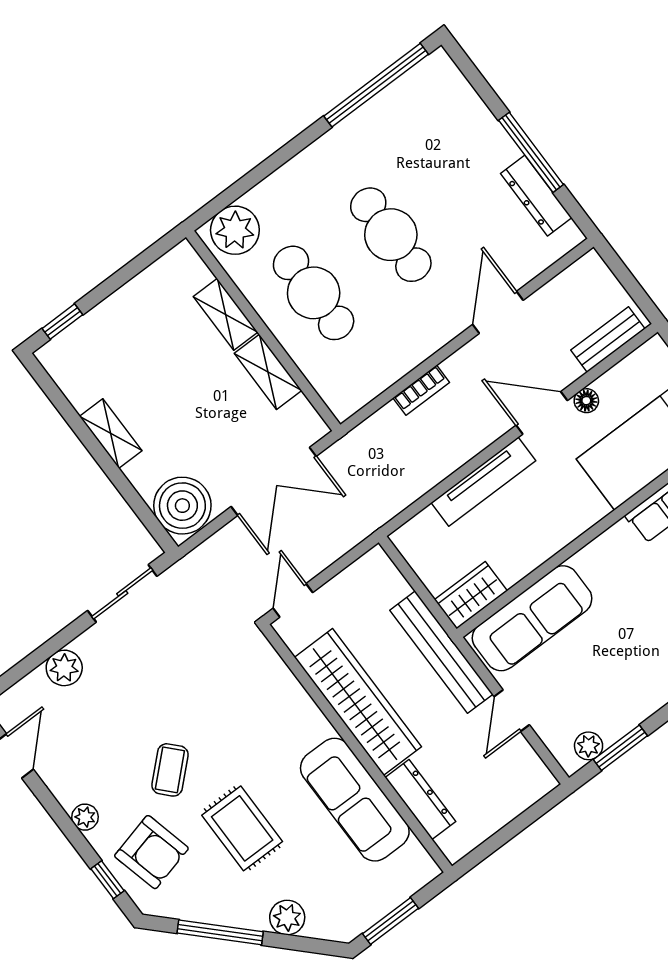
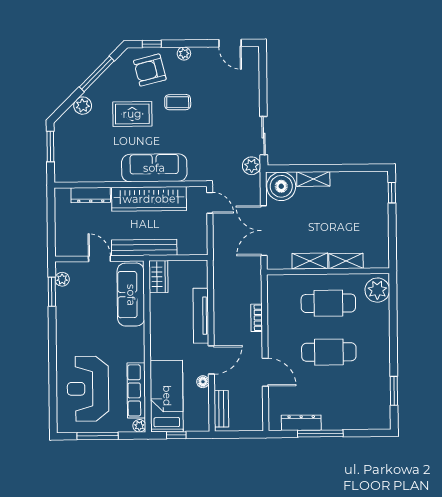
window: (376, 85) -> (394, 391), width x0.47
shelving: (111, 434) -> (313, 179), moved
plant: (64, 668) -> (252, 166), moved
coffee table: (170, 770) -> (178, 102), turned -47
sofa: (355, 800) -> (154, 168), moved

